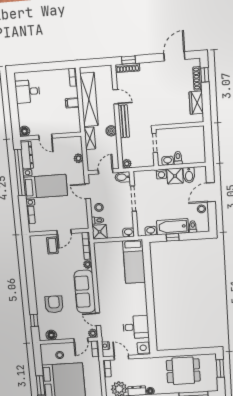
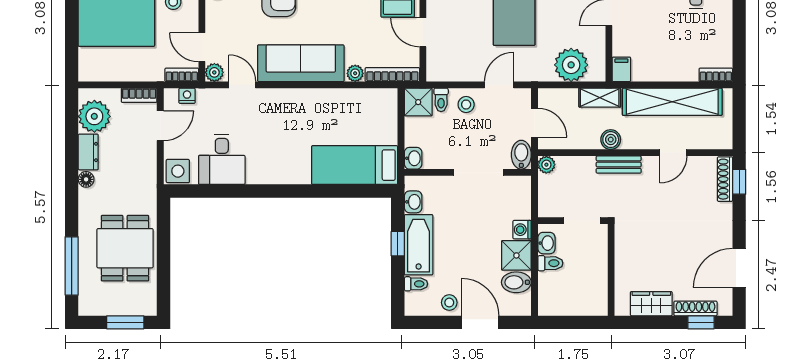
door: (174, 56) -> (739, 268), swing flipped
filing cabinet: (72, 103) -> (621, 69), moved
bench: (124, 121) -> (619, 165), width x0.73
plant: (79, 158) -> (571, 65), width x1.87, depth x1.87
door: (98, 319) -> (242, 85), hinge flipped

